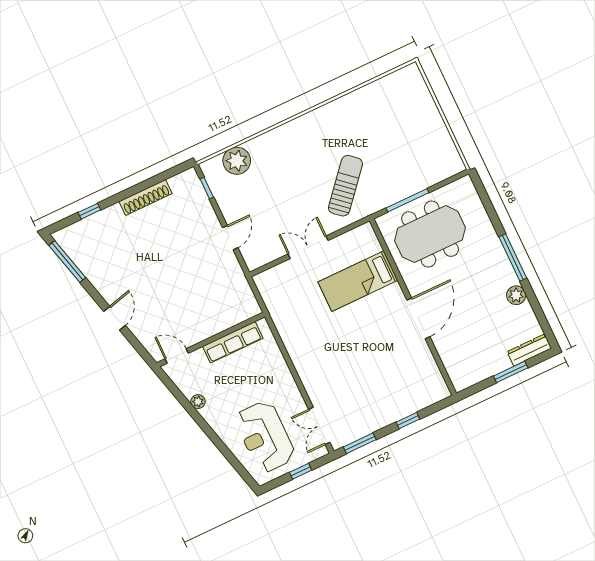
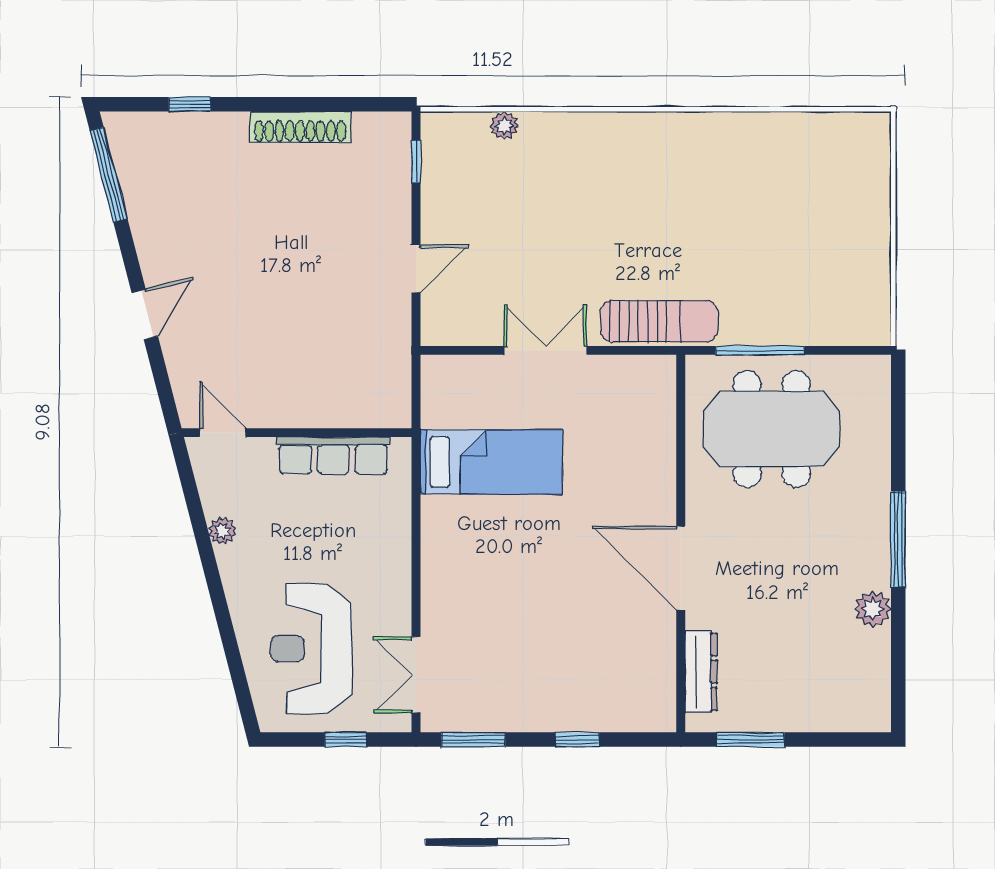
plant: (237, 161) -> (504, 126), width x0.53, depth x0.53
sun lounger: (345, 186) -> (659, 321), moved, turned 49
bed: (358, 281) -> (492, 462), moved, turned 180
door: (418, 318) -> (681, 568), swing flipped
dresser: (529, 350) -> (701, 672), moved, turned 90
window: (511, 372) -> (750, 740), moved

